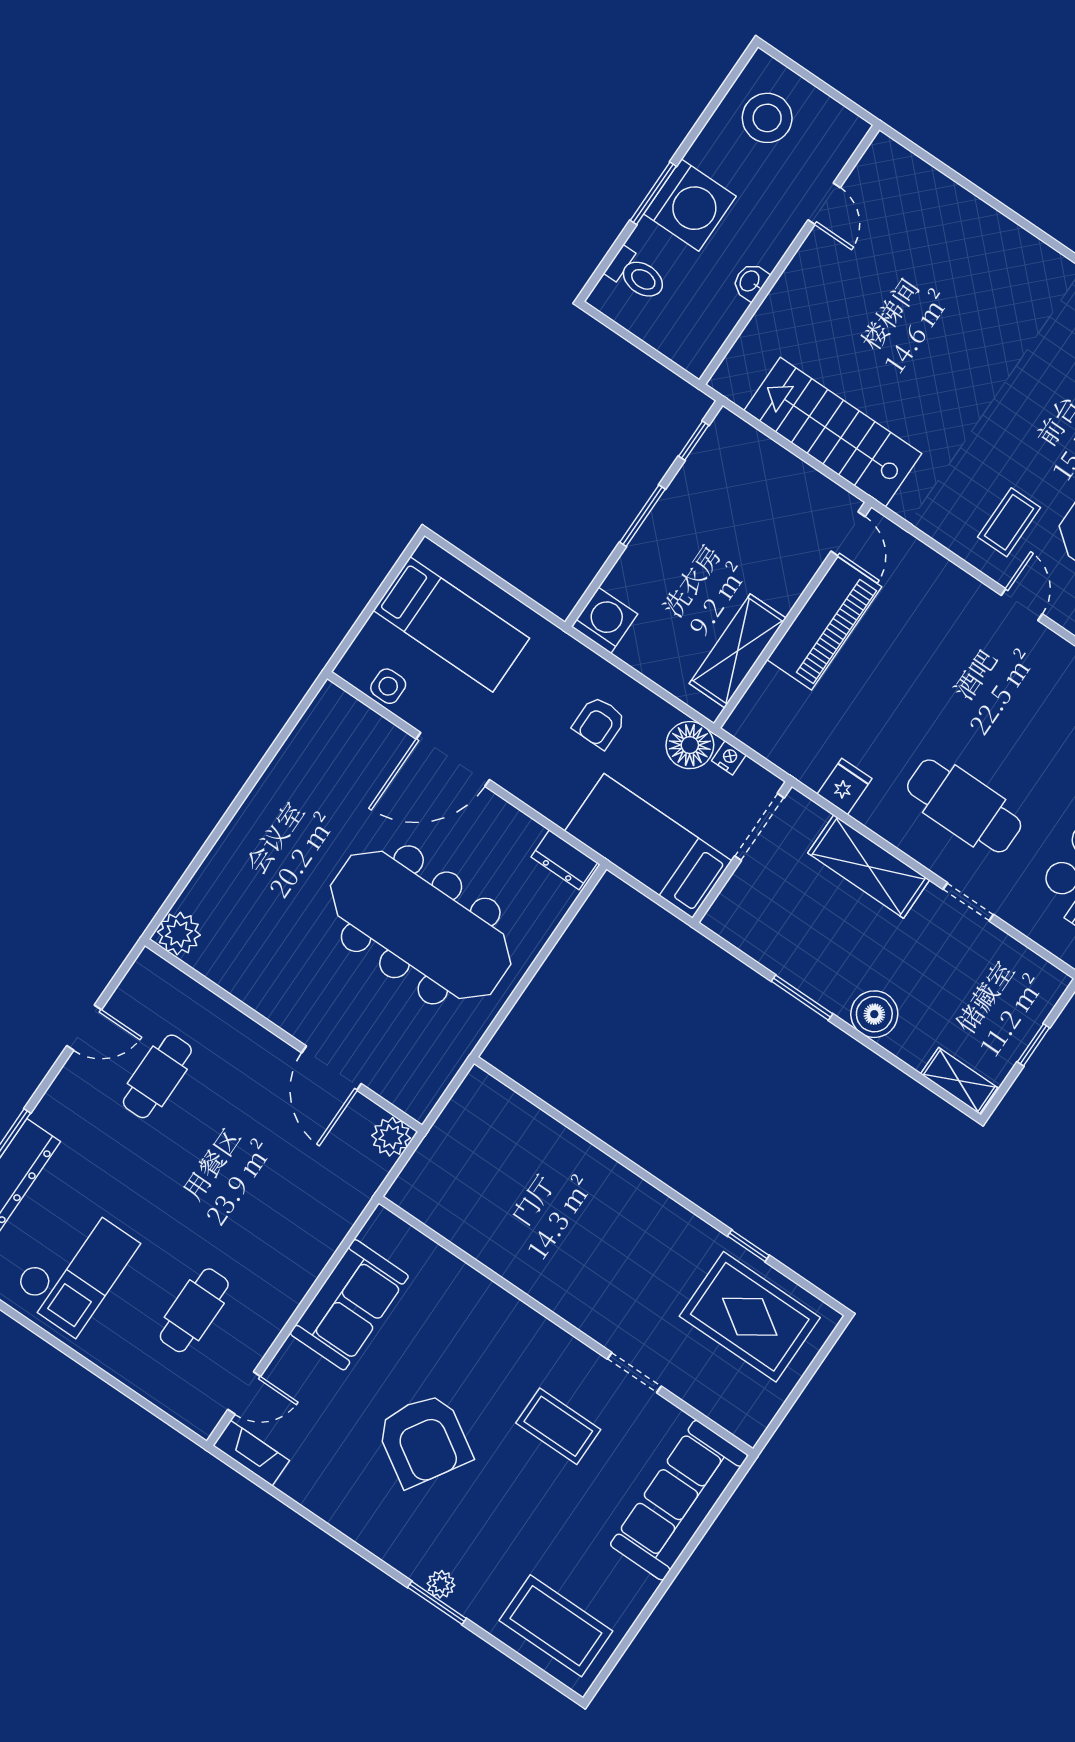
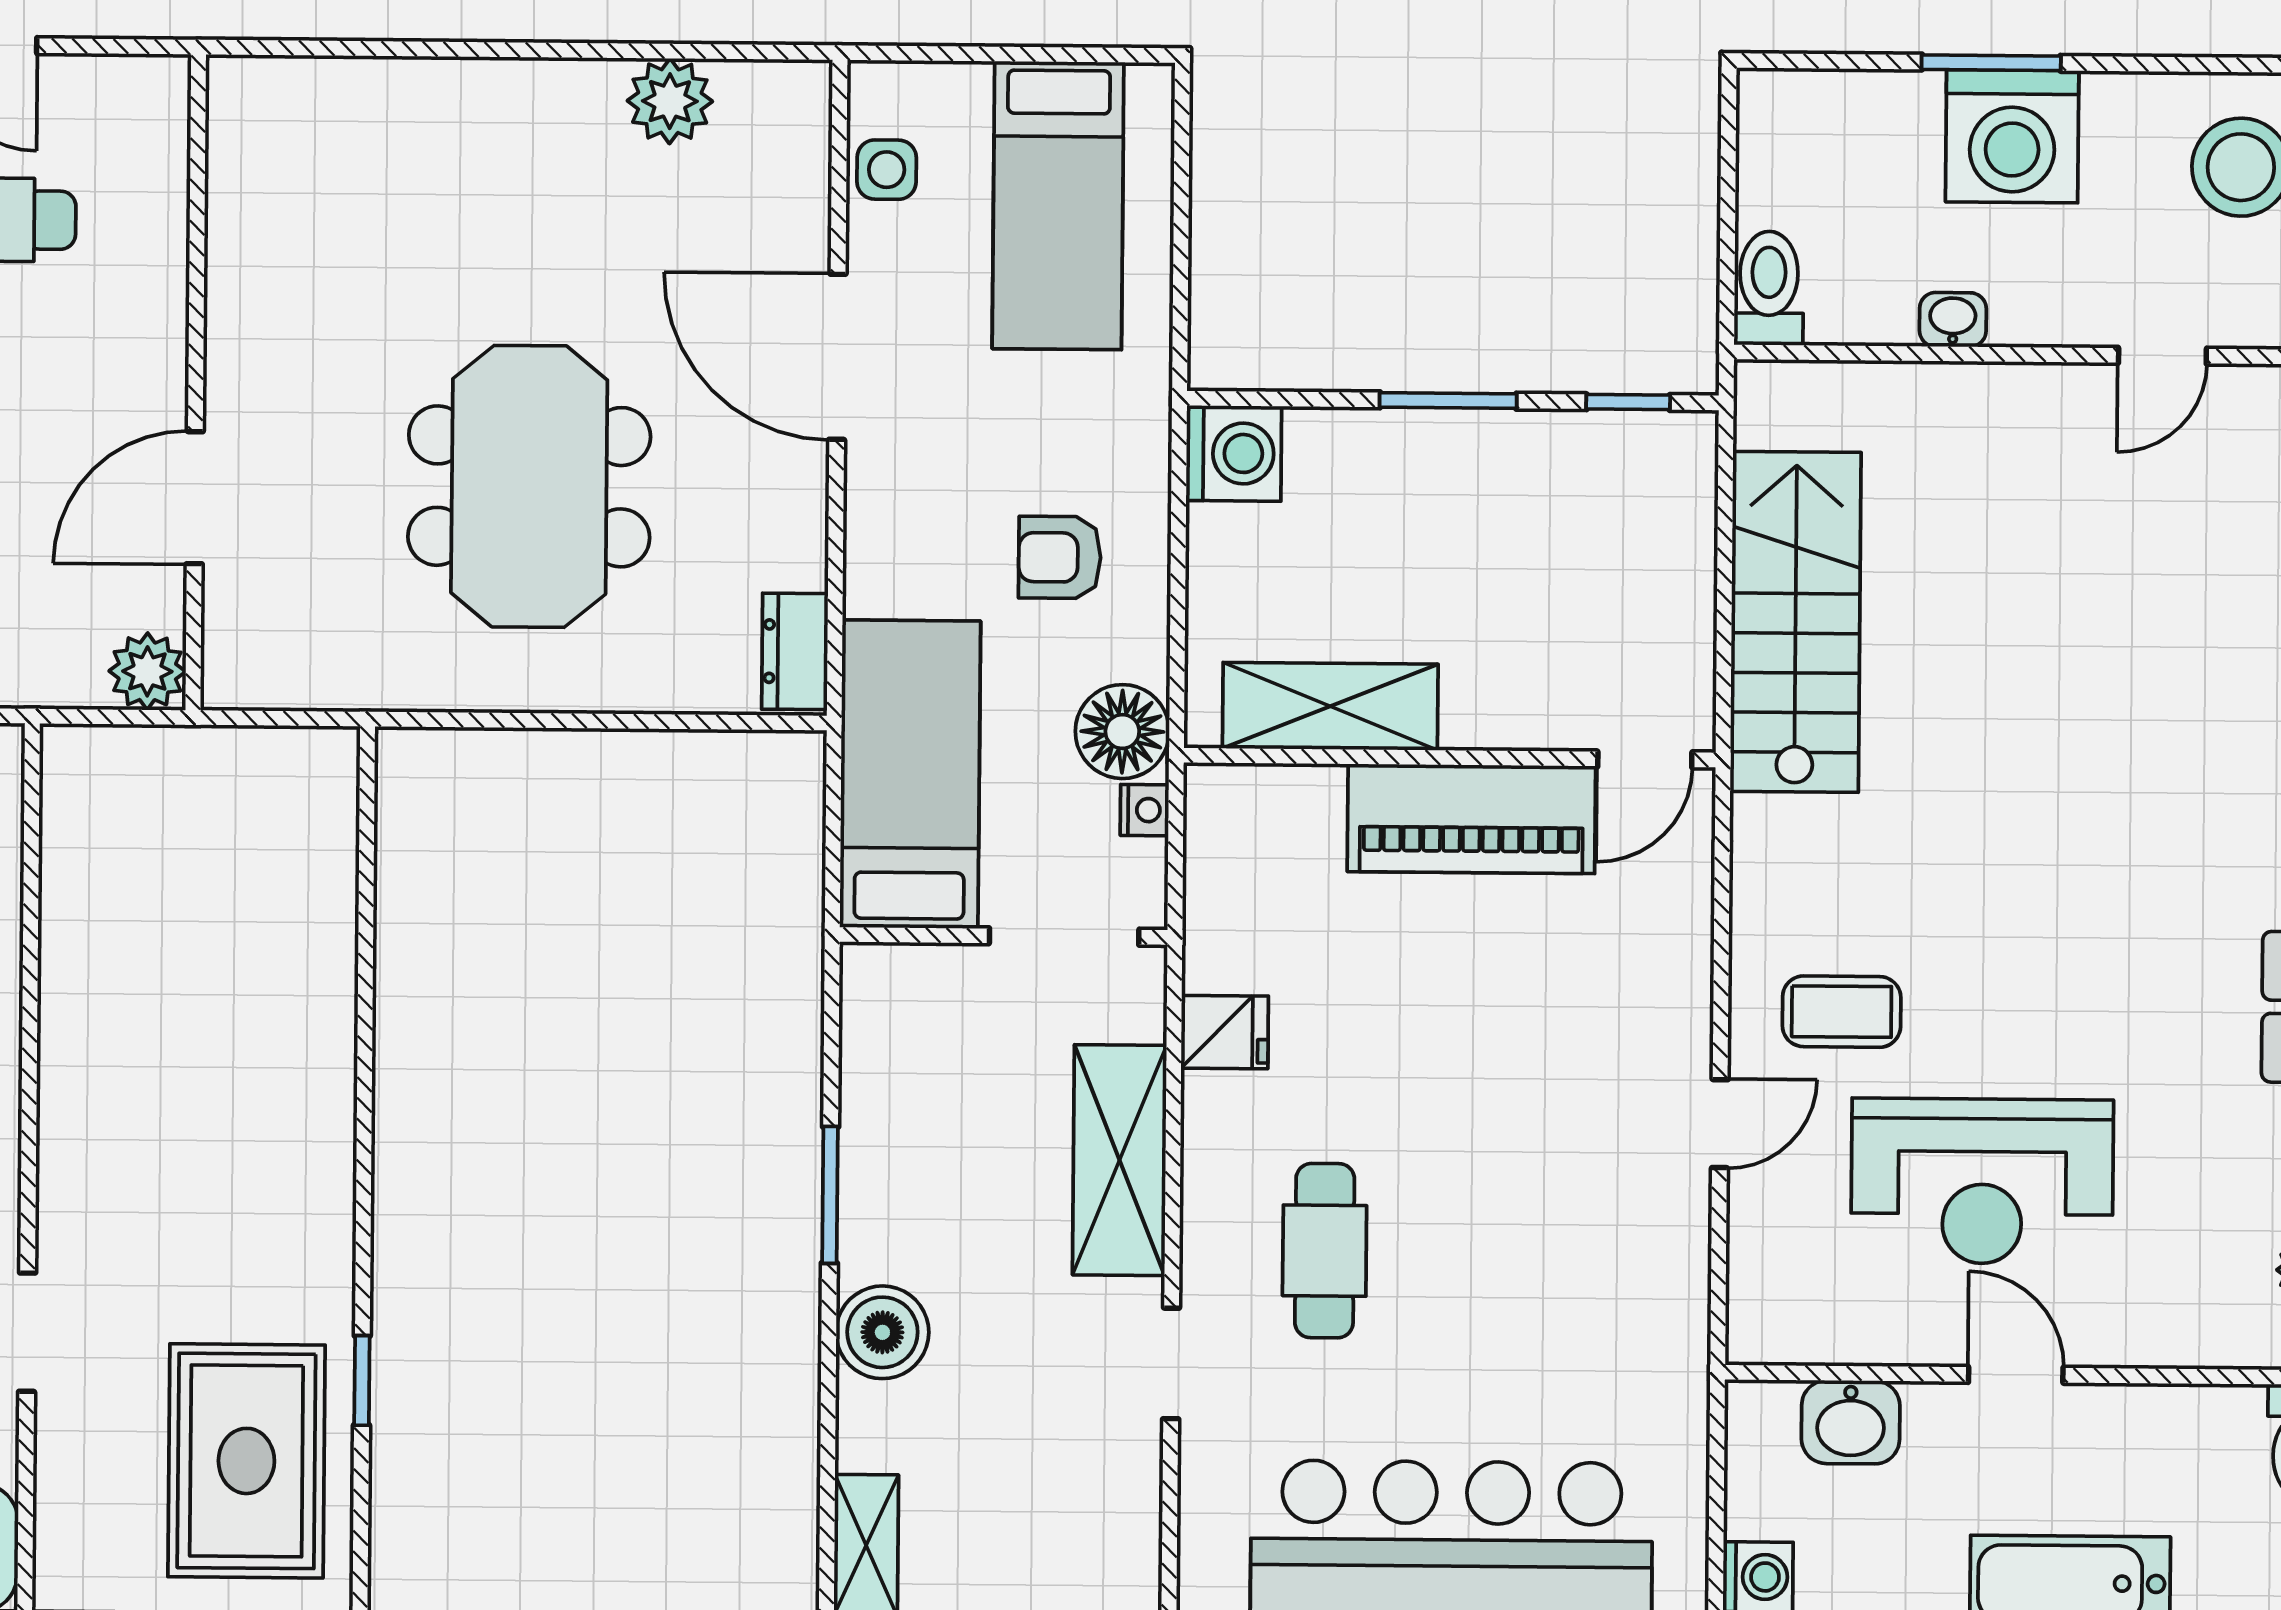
toilet: (637, 275) -> (1769, 288), moved, turned 180
cafe table: (964, 806) -> (1325, 1251), width x0.73, depth x0.74
meeting table: (421, 925) -> (529, 486), width x0.73
plant: (179, 934) -> (670, 101), moved

